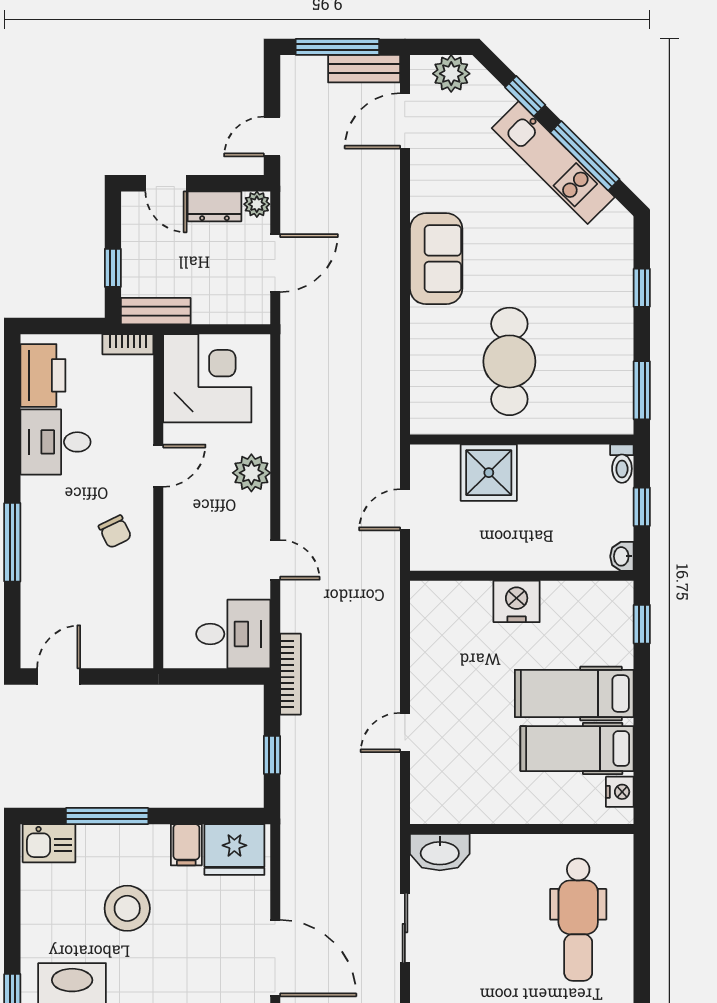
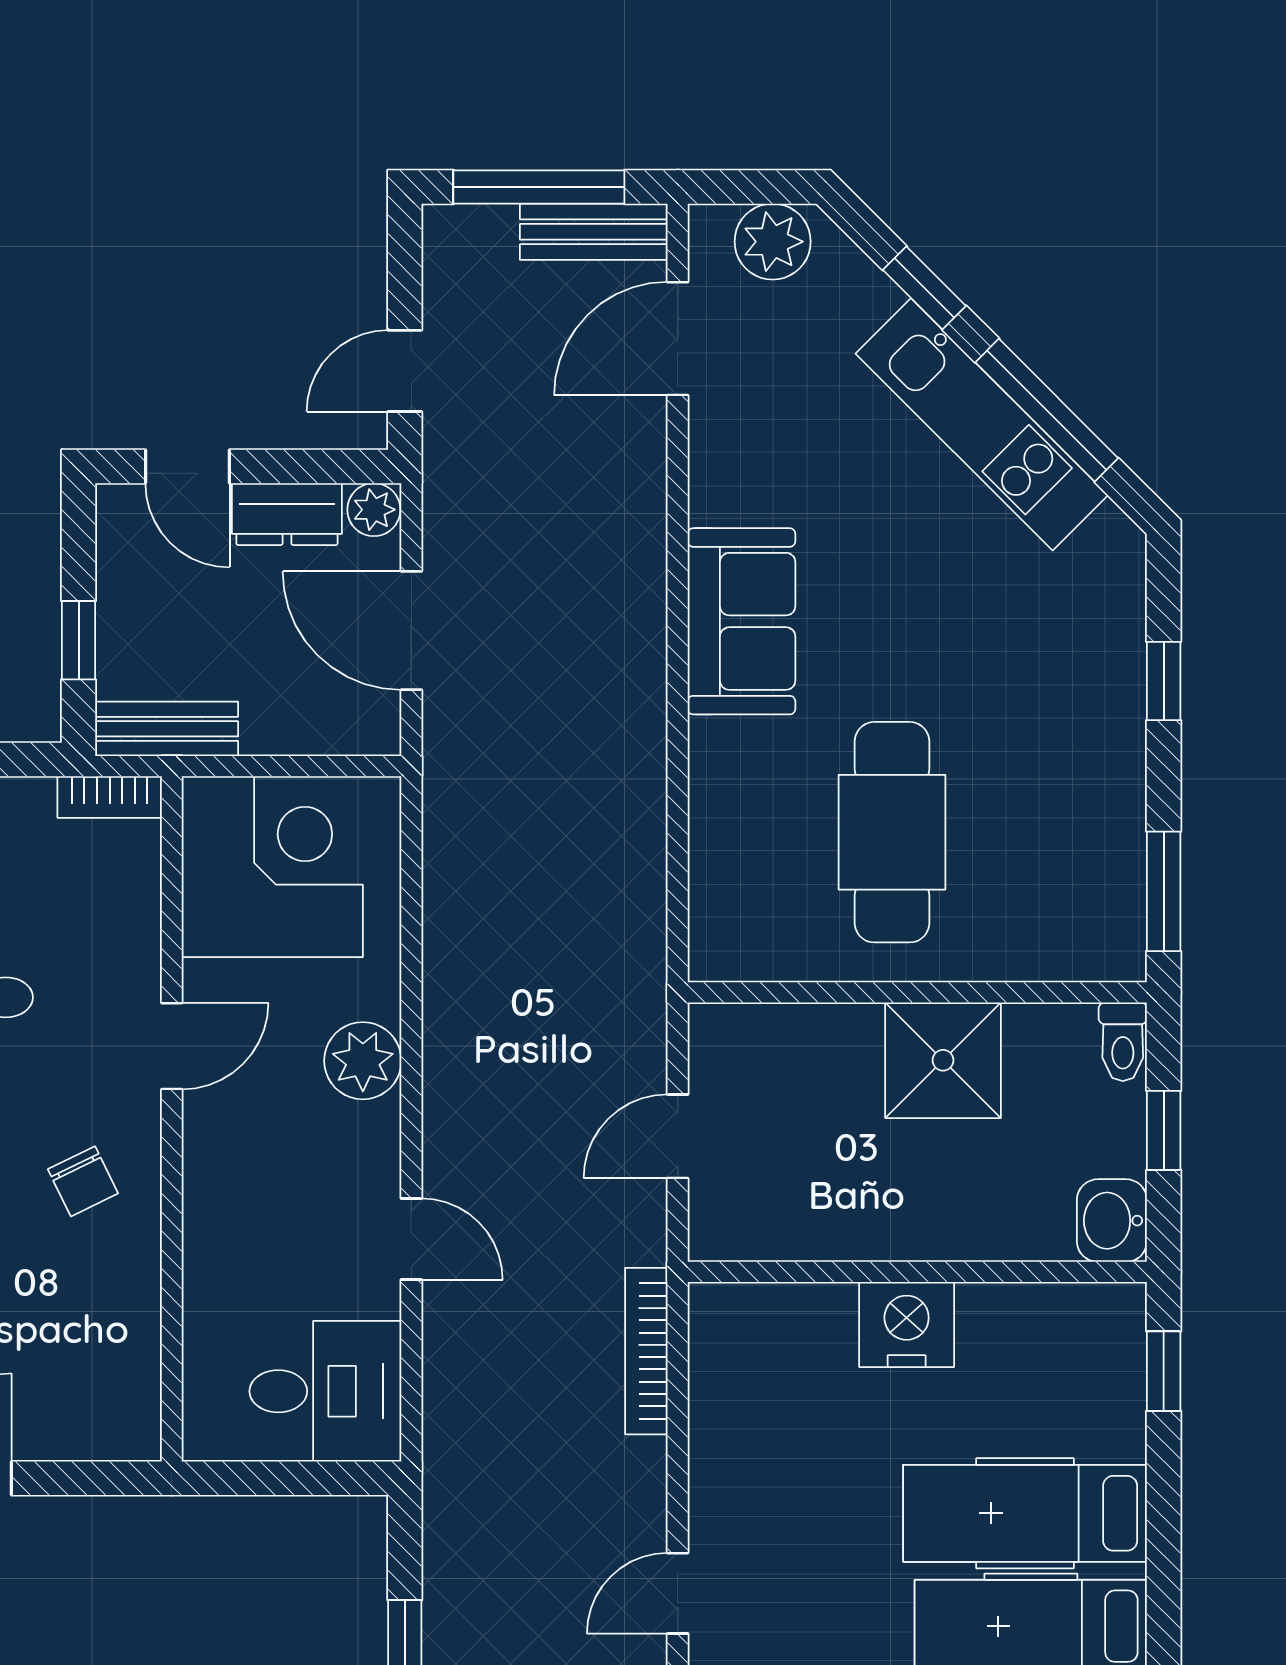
door: (275, 263) -> (411, 630), swing flipped
shower: (489, 473) -> (943, 1060), moved
washbasin: (622, 556) -> (1112, 1221), width x1.38, depth x1.45
bookcase: (290, 674) -> (646, 1351), moved, turned 180

